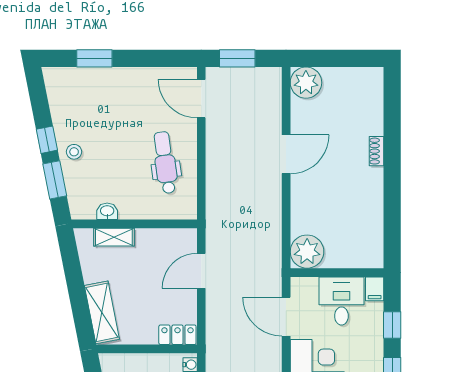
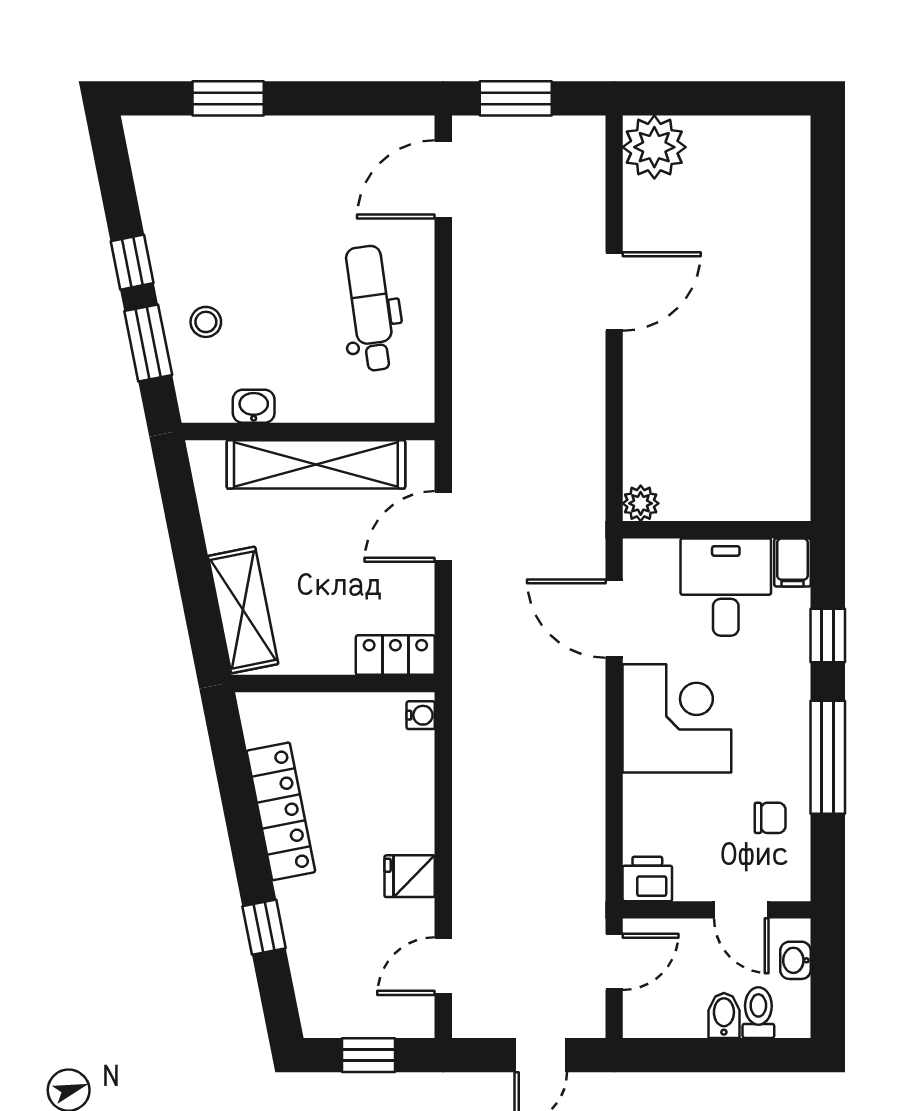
door: (201, 99) -> (443, 179), hinge flipped
shoe rack: (376, 151) -> (796, 285), removed
stool: (74, 152) -> (206, 322), moved
shelving: (114, 237) -> (316, 464), width x2.20, depth x1.33
plant: (307, 252) -> (641, 503), width x0.53, depth x0.53

